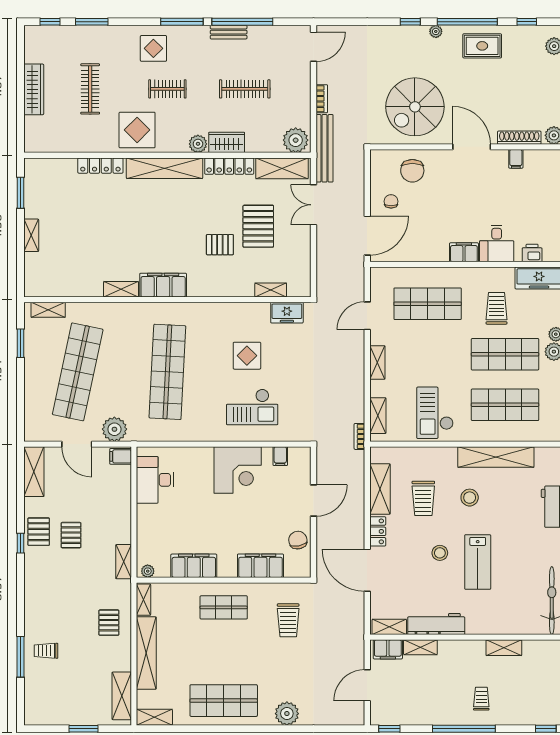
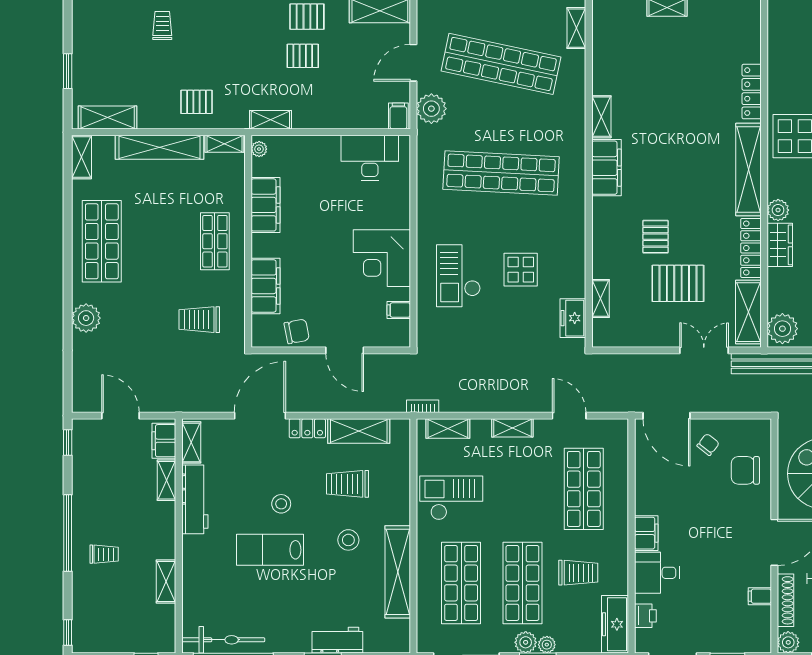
chair: (391, 201) -> (708, 445), turned -52

